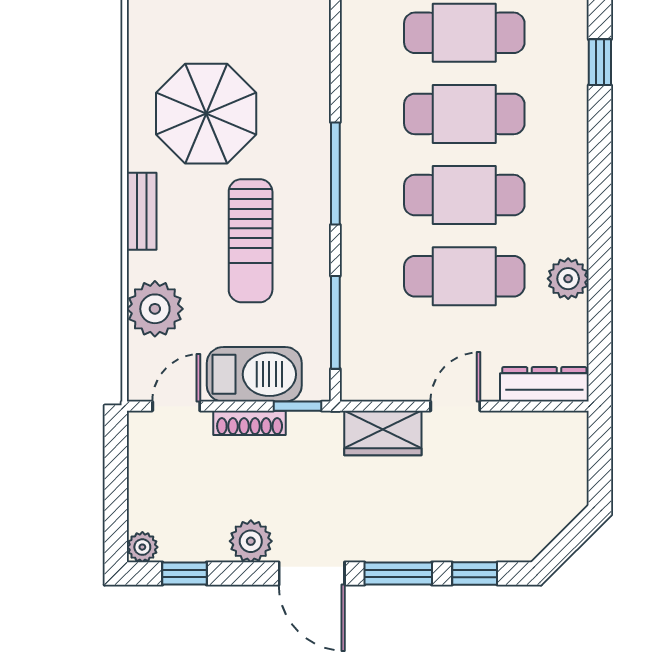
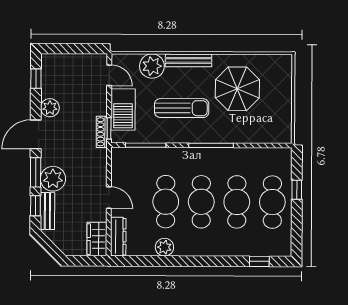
bench: (142, 211) -> (189, 60), width x1.36
sun lounger: (251, 241) -> (182, 108), turned 180
shoe rack: (250, 423) -> (102, 132), moved
wardrobe: (383, 433) -> (97, 239), moved
bench: (487, 546) -> (47, 211), added
plant: (142, 547) -> (53, 179), moved, width x1.87, depth x1.87

